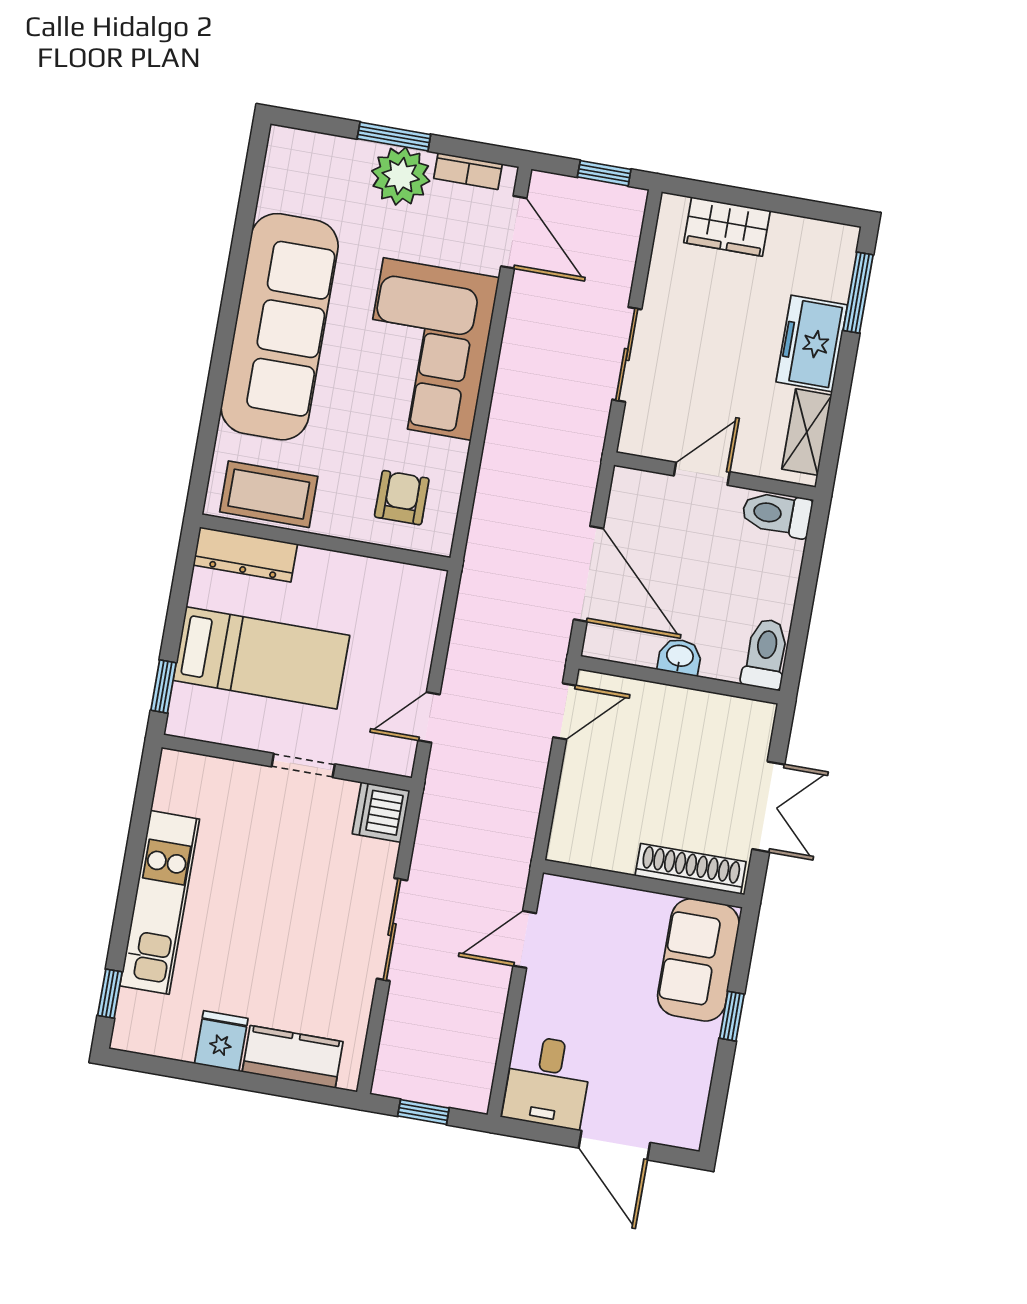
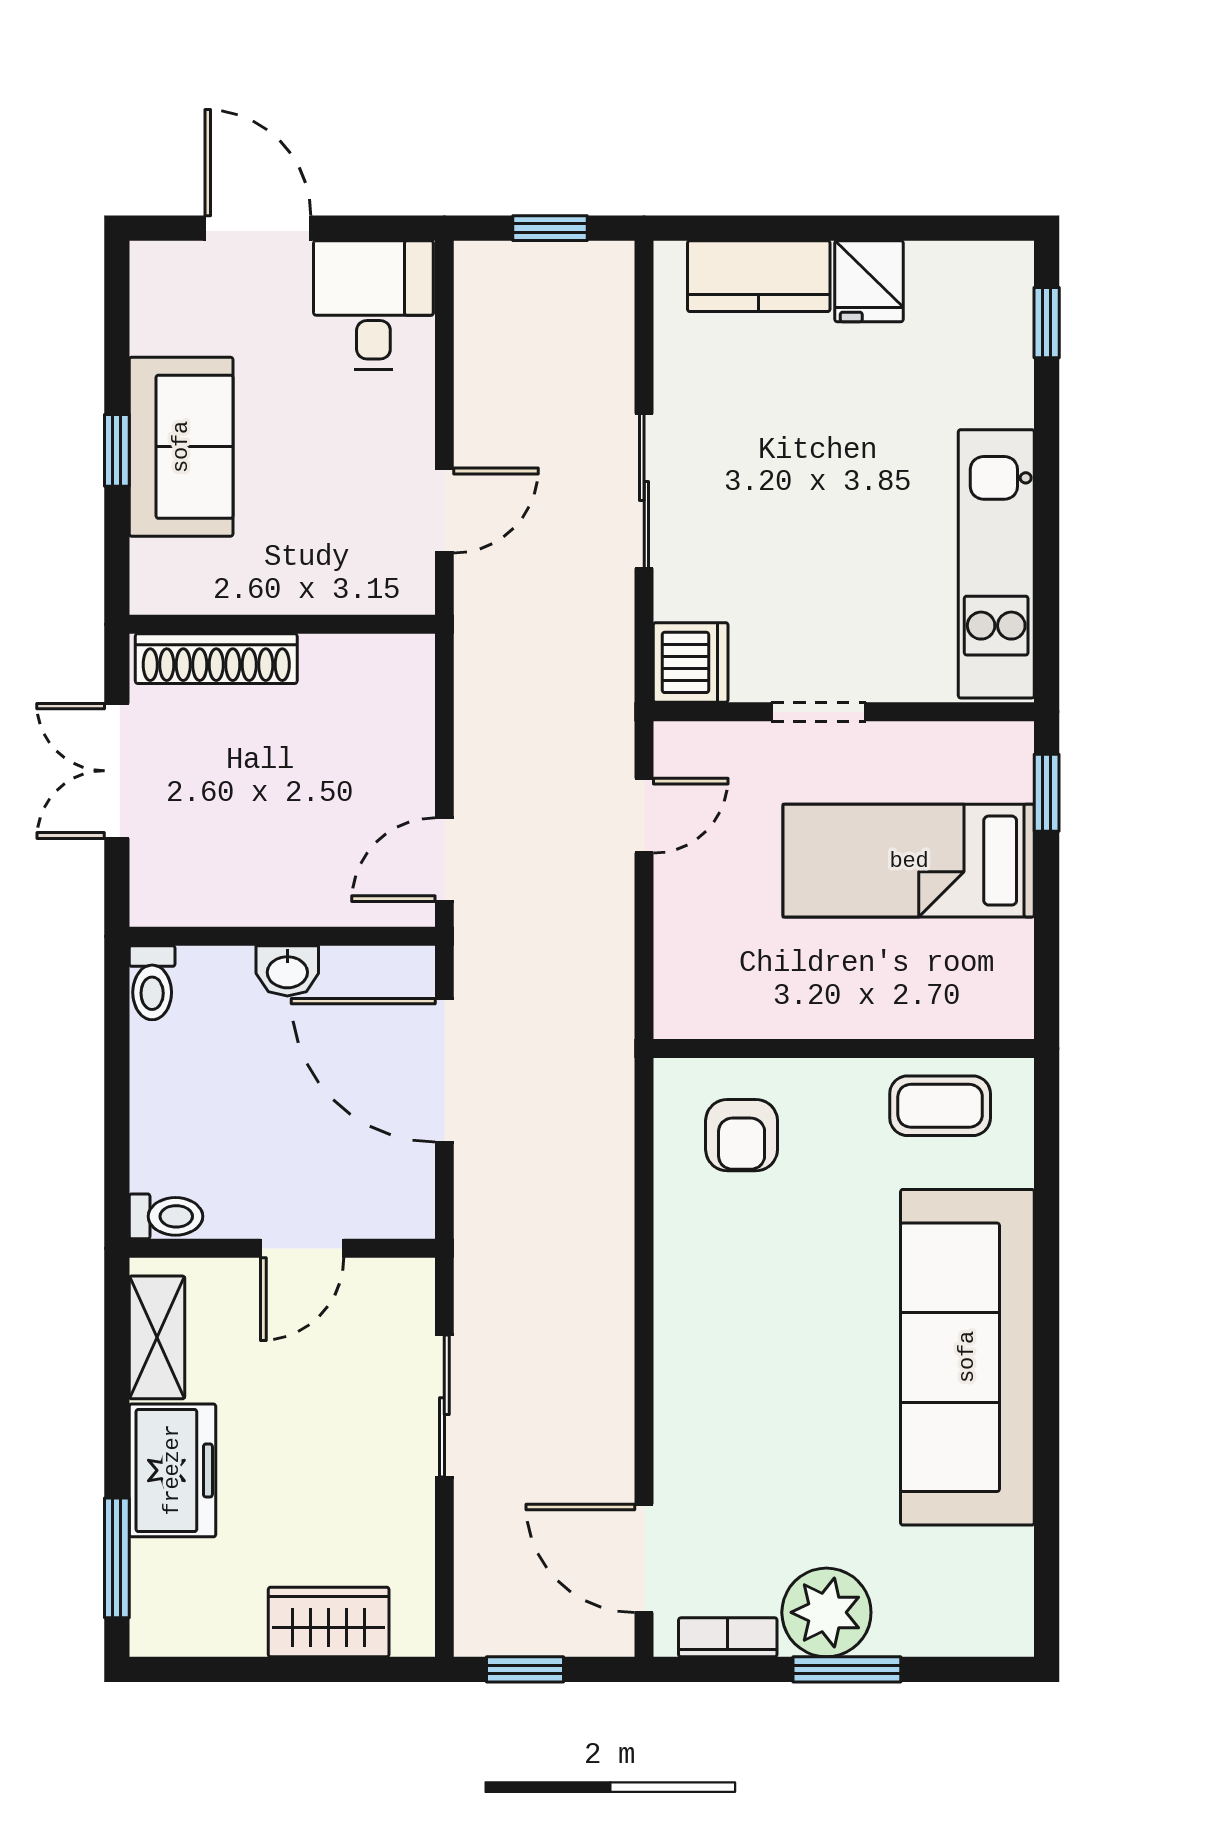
corner sofa: (427, 349) -> (742, 1363), removed
coffee table: (269, 494) -> (940, 1106), width x0.73, depth x0.77
toilet: (777, 514) -> (166, 1216), width x0.73, depth x0.72
dresser: (245, 555) -> (959, 1010), removed
toilet: (766, 654) -> (152, 983), width x0.73, depth x0.72
kitchen unit: (160, 902) -> (996, 564), moved
sofa: (698, 960) -> (181, 447), moved

